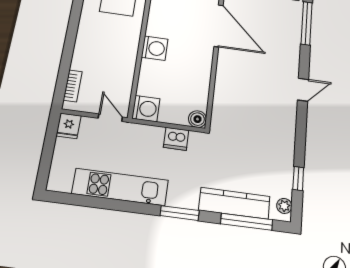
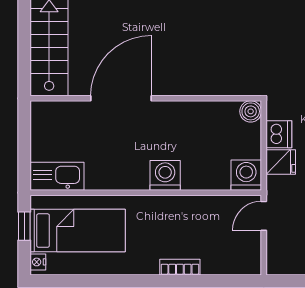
bookcase: (73, 86) -> (180, 267), moved
fridge: (69, 126) -> (281, 162), moved

